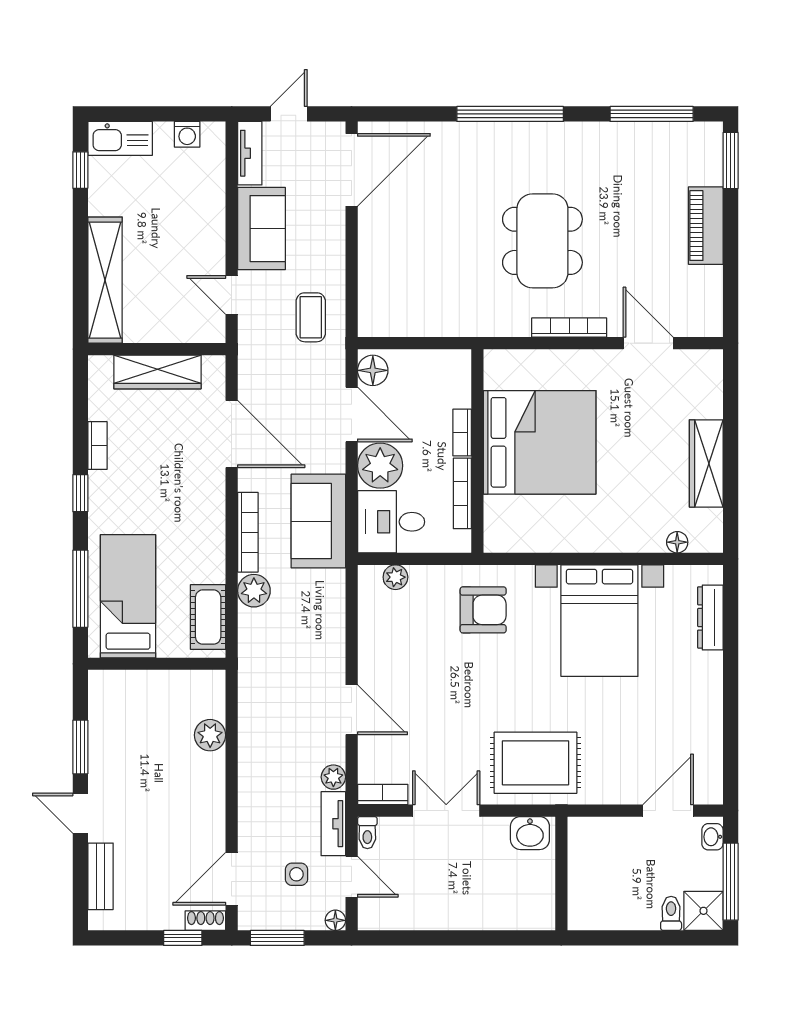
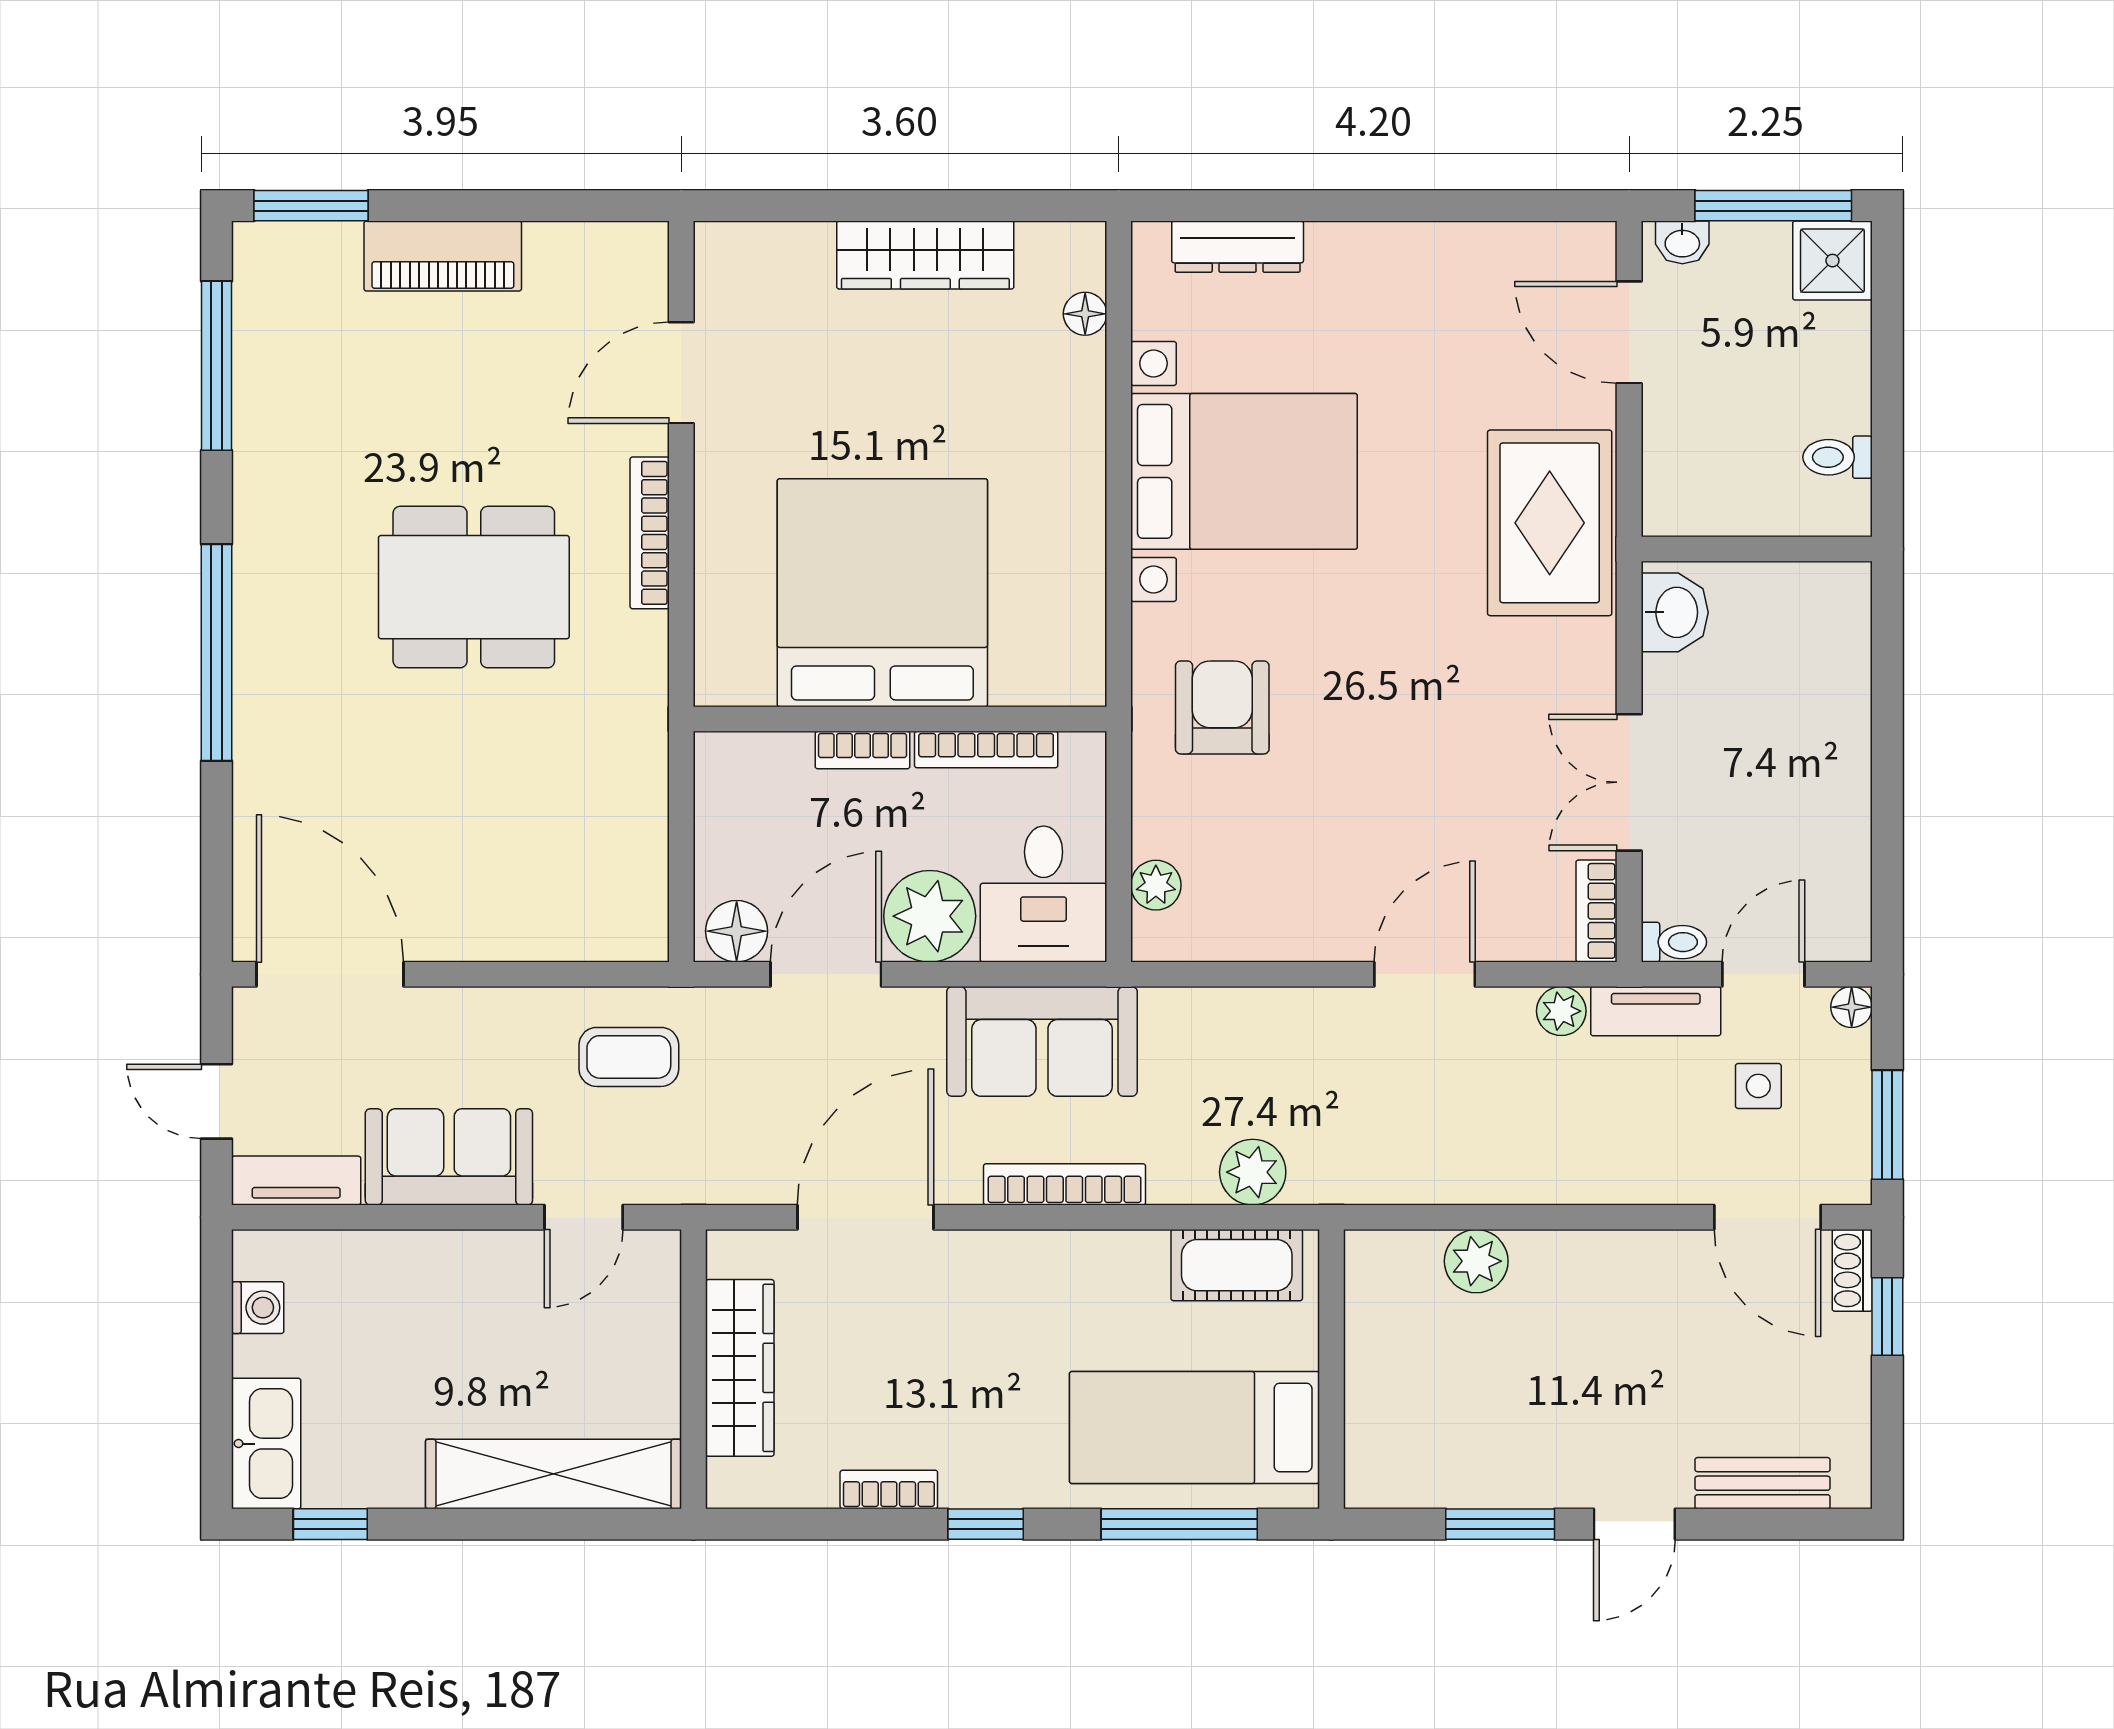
plant: (254, 591) -> (1253, 1172), moved
rug: (535, 763) -> (1550, 523), moved
toilet: (671, 913) -> (1838, 457), moved

